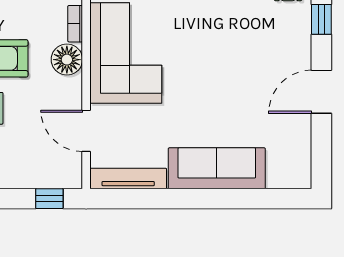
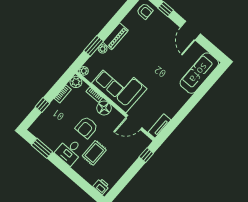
sofa: (217, 168) -> (199, 73), moved
tv unit: (128, 178) -> (159, 126), width x0.71

